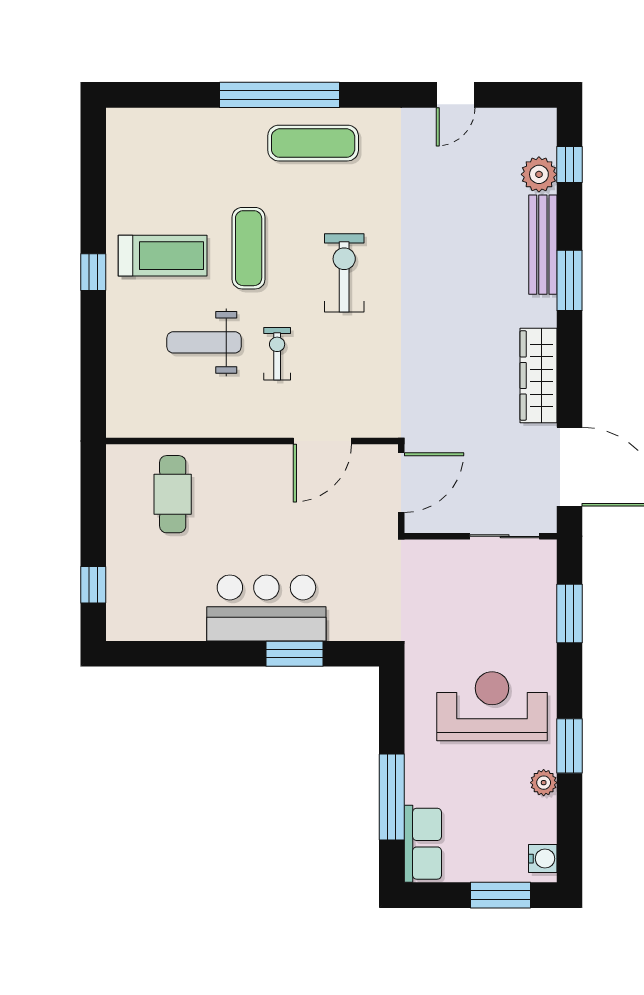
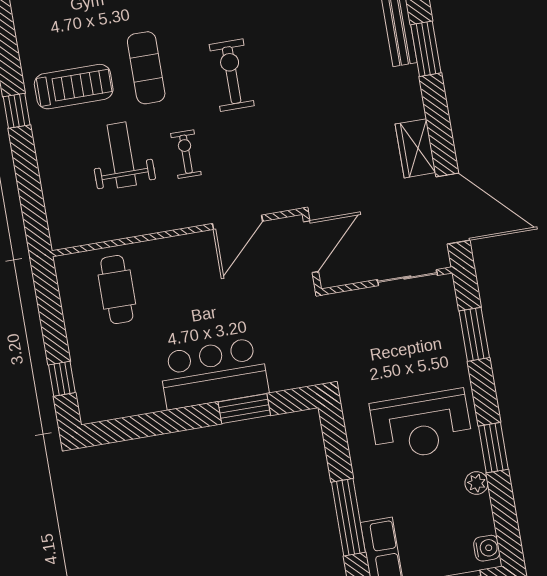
weight bench: (204, 342) -> (122, 155), turned 90
wardrobe: (539, 376) -> (415, 148), width x0.67
reception desk: (492, 706) -> (421, 425), turned 180

